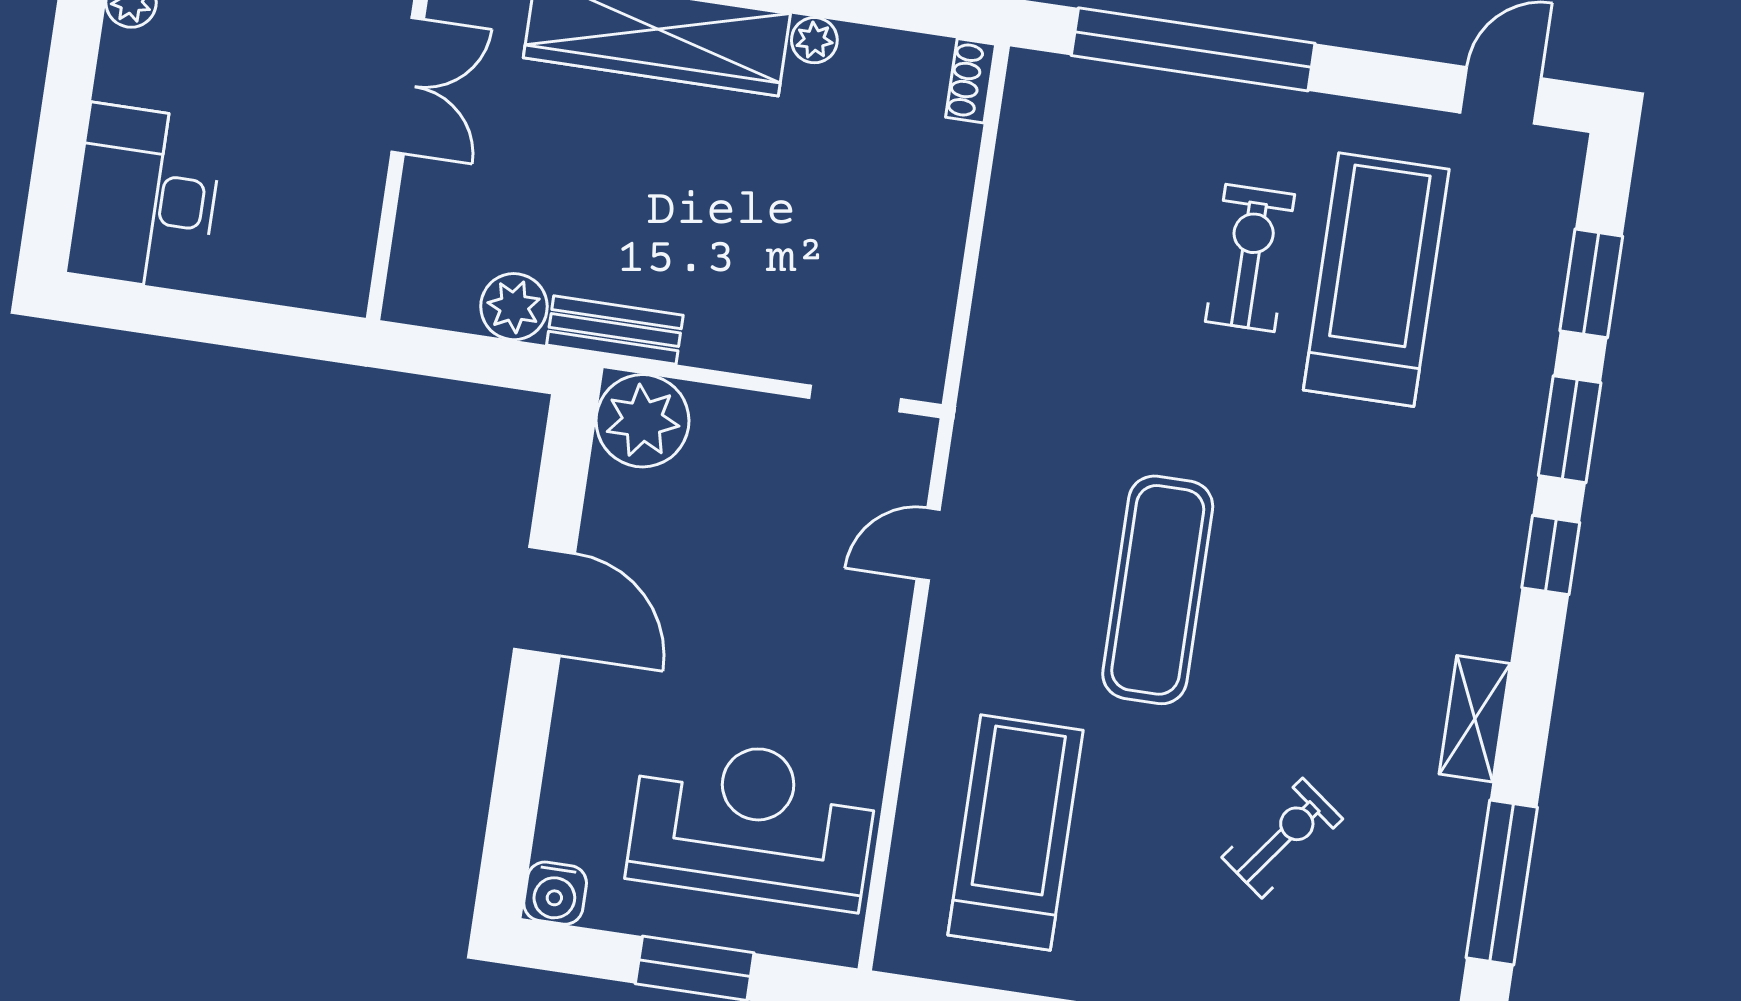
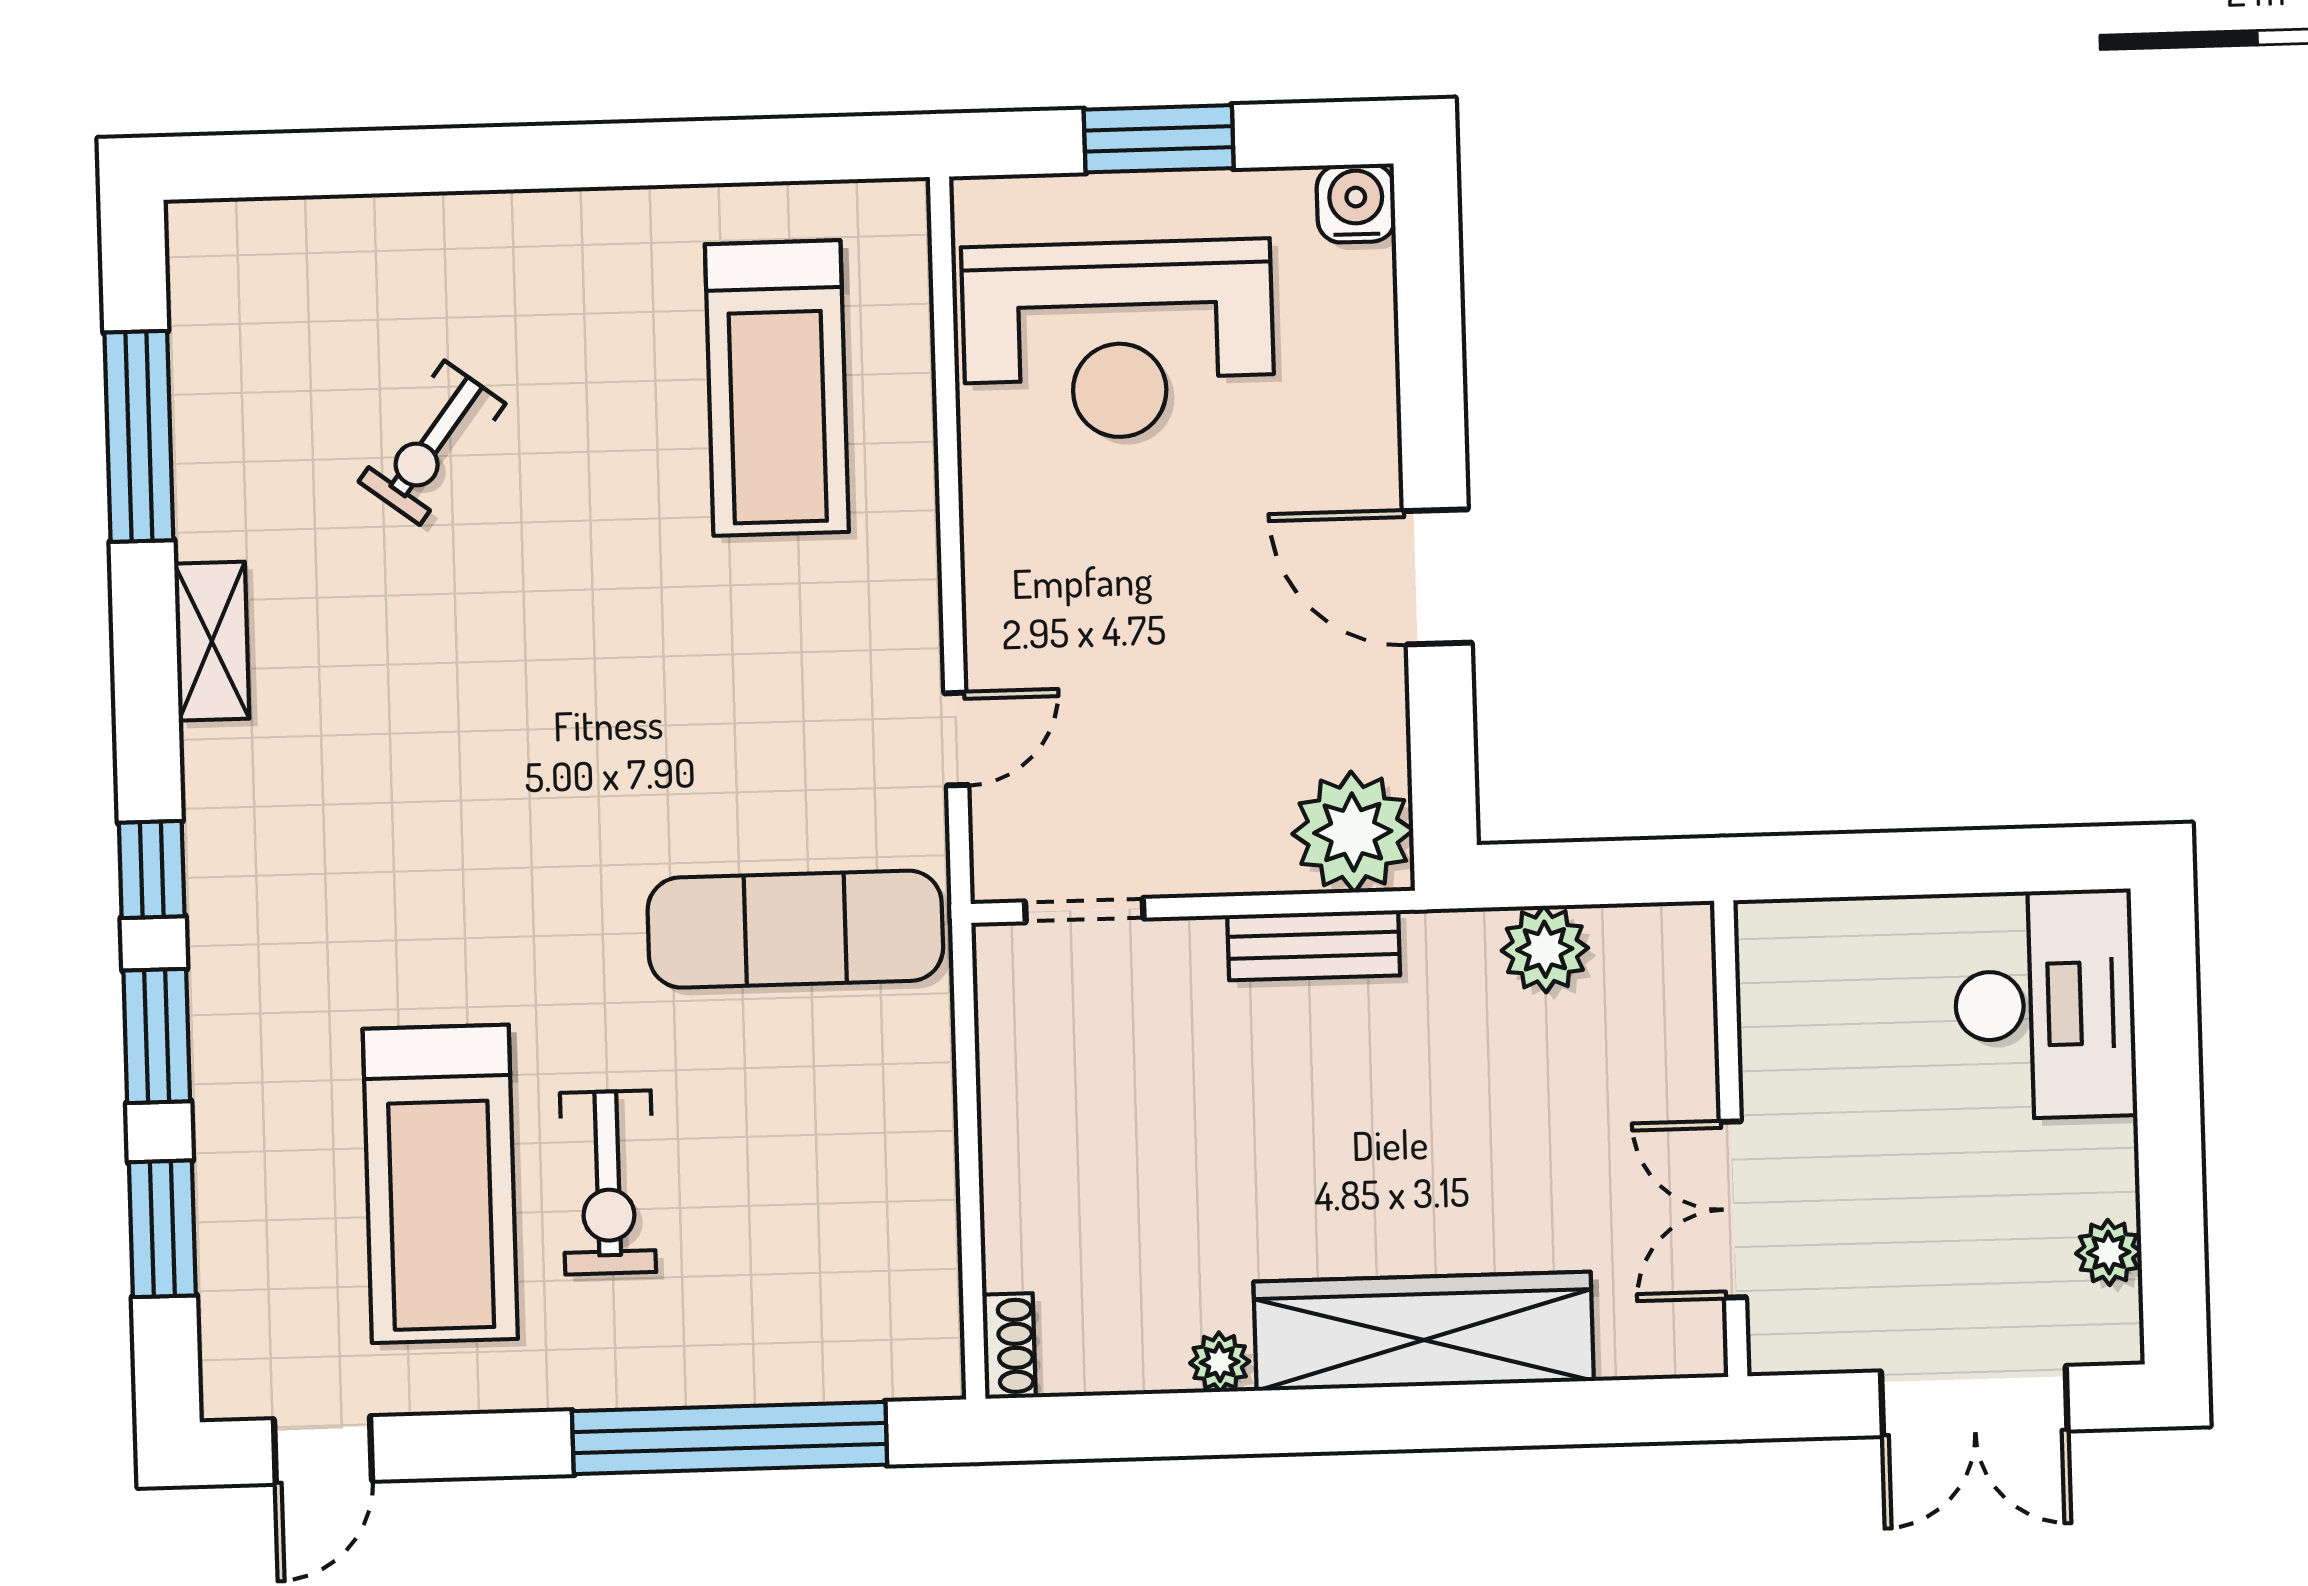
bench: (615, 330) -> (1314, 945), moved
exercise mat: (1158, 590) -> (795, 929), moved, turned 90

